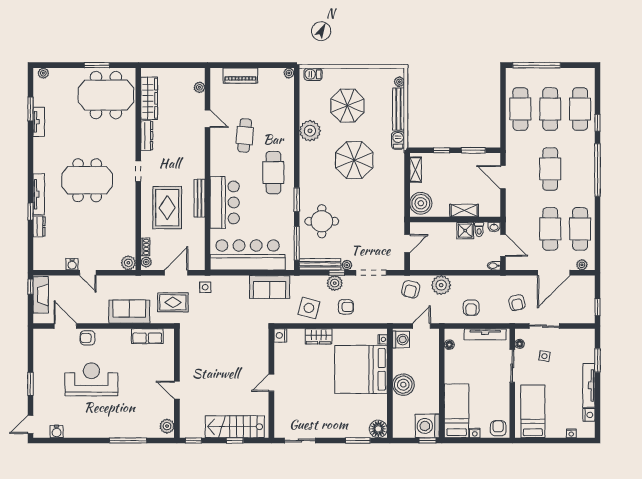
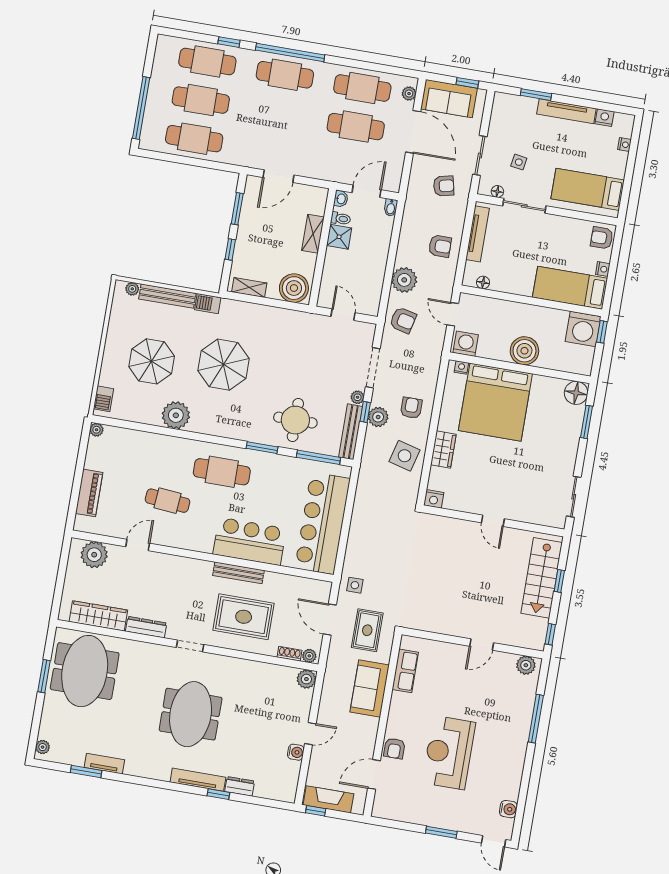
plant: (199, 87) -> (94, 555), width x1.87, depth x1.87
cafe table: (550, 169) -> (285, 75), moved
sofa: (270, 287) -> (449, 99), moved, turned 90

